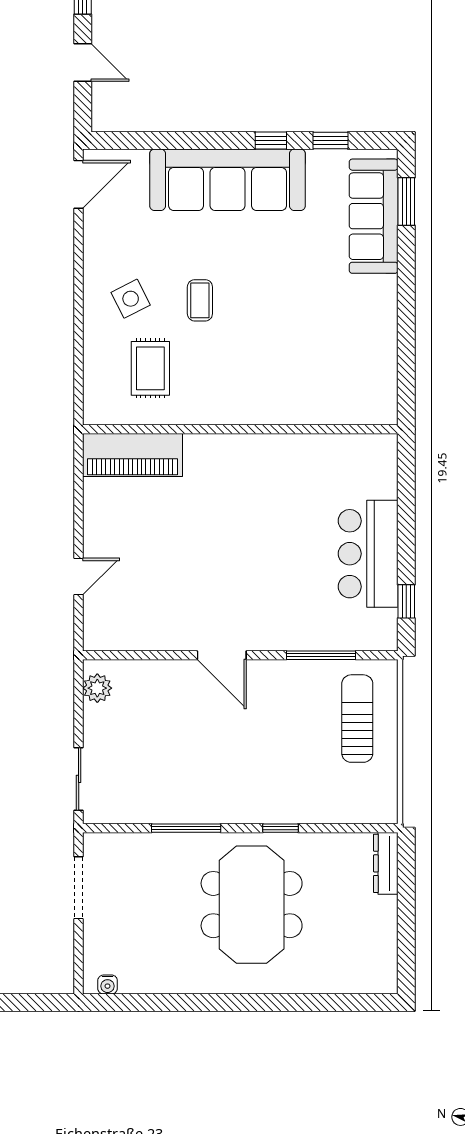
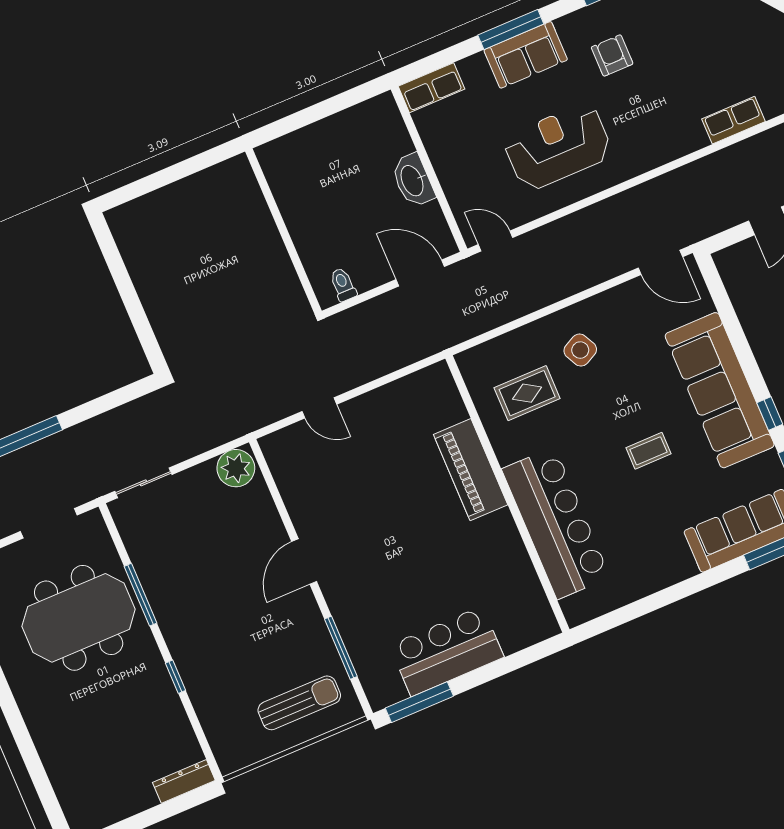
coffee table: (200, 300) -> (649, 451), moved
bar counter: (289, 394) -> (556, 523), added
piano: (133, 455) -> (471, 470), moved
window: (406, 601) -> (419, 702), width x2.17
plant: (97, 688) -> (236, 468), width x1.36, depth x1.36
meeting table: (252, 905) -> (79, 618), moved

